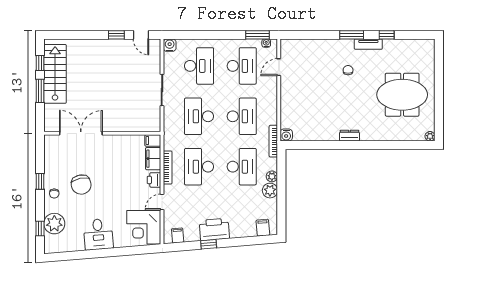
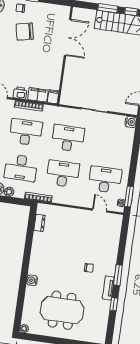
desk: (199, 66) -> (110, 144), removed
desk: (242, 66) -> (105, 180), turned 180
meeting table: (402, 95) -> (62, 310), turned 90
desk: (242, 116) -> (63, 174), turned 180
water cooler: (286, 135) -> (32, 280), moved
dresser: (349, 136) -> (40, 223), moved

